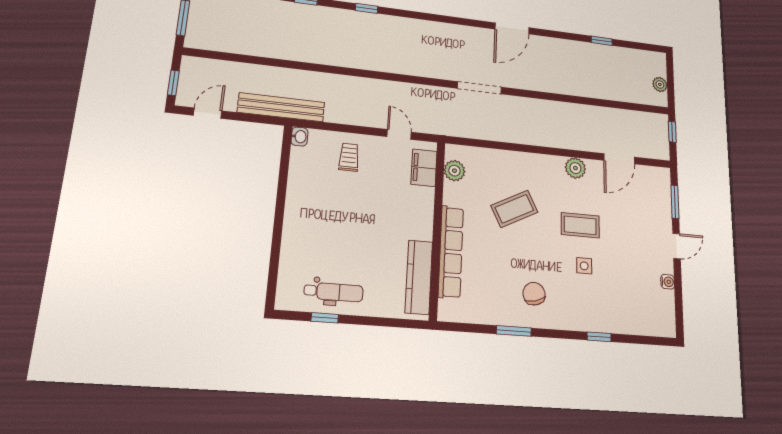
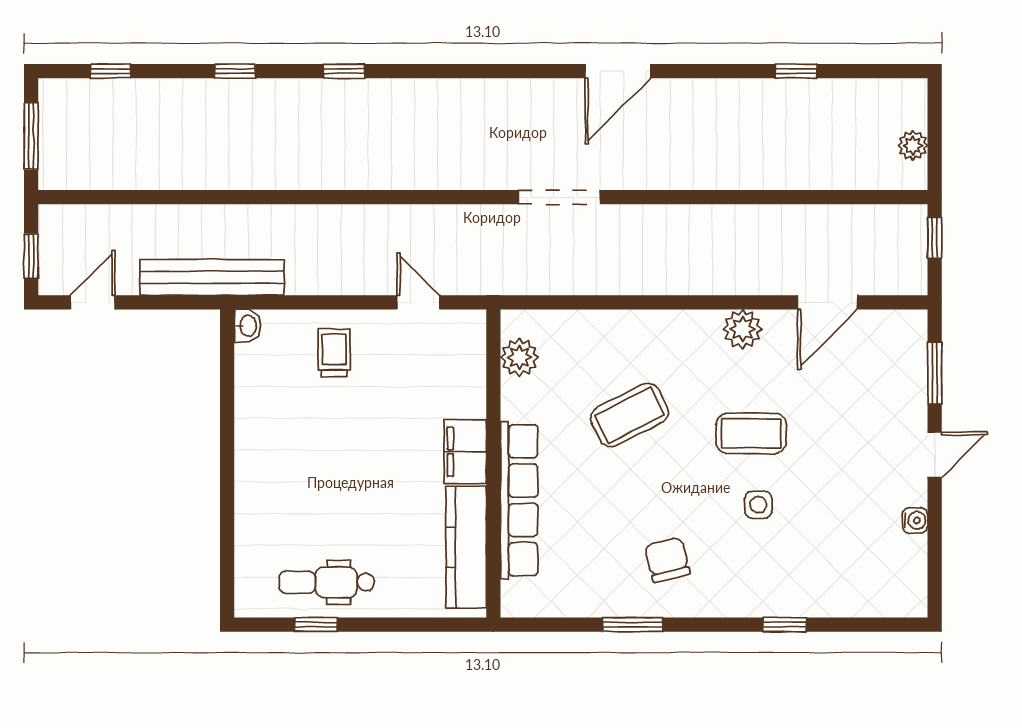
filing cabinet: (424, 168) -> (465, 452), moved
dental chair: (334, 292) -> (327, 582), turned 180

